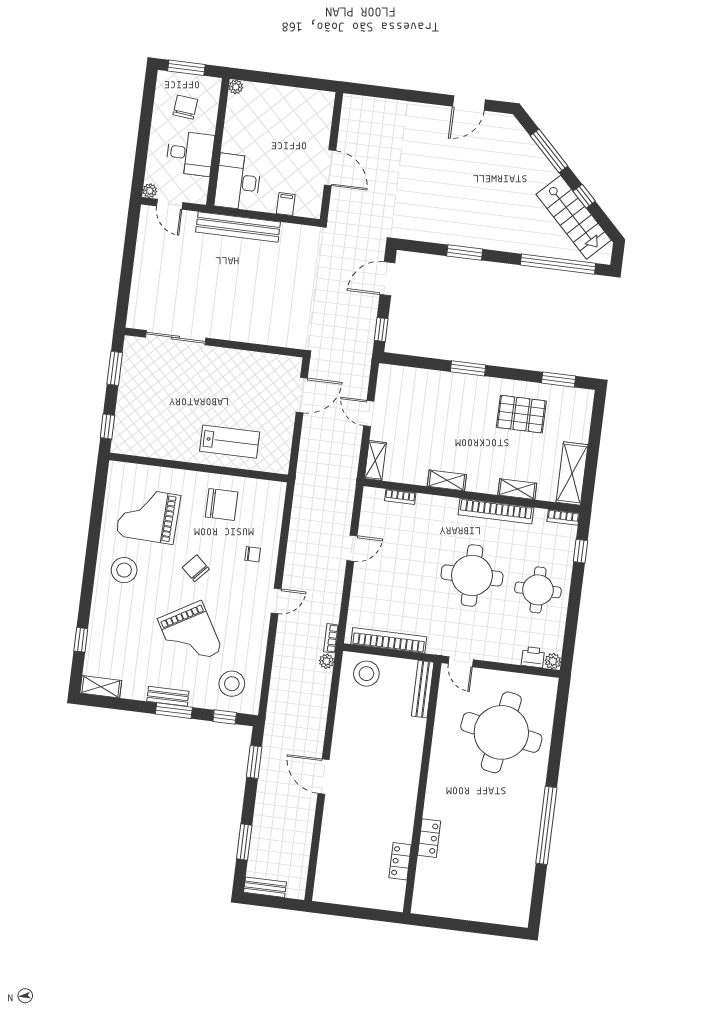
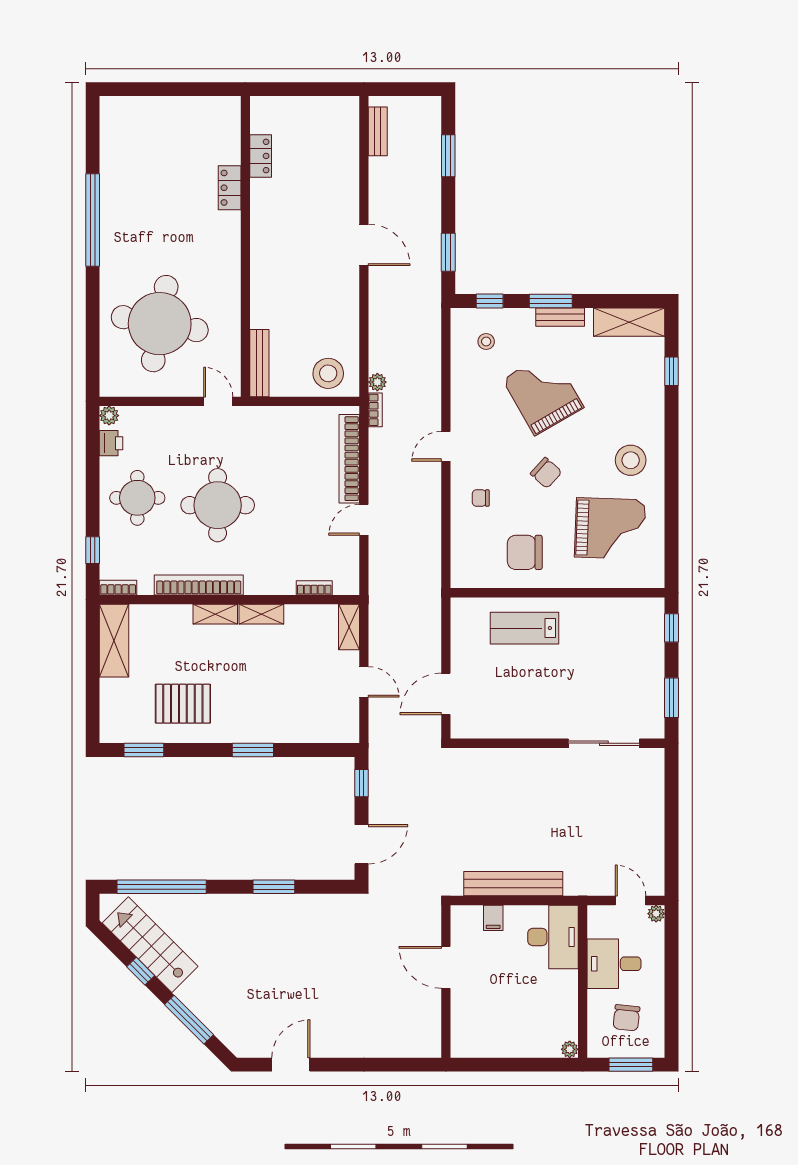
bench: (238, 227) -> (513, 884), moved
shelving: (517, 489) -> (215, 614), moved
bookcase: (389, 640) -> (349, 459), moved, turned 90
printer: (533, 657) -> (111, 443), moved, turned -90
stool: (232, 684) -> (486, 342), width x0.53, depth x0.53
shelving: (101, 687) -> (629, 322), width x1.50, depth x1.33
bench: (265, 887) -> (378, 131), moved, turned 90

